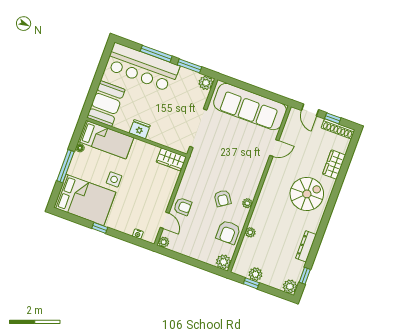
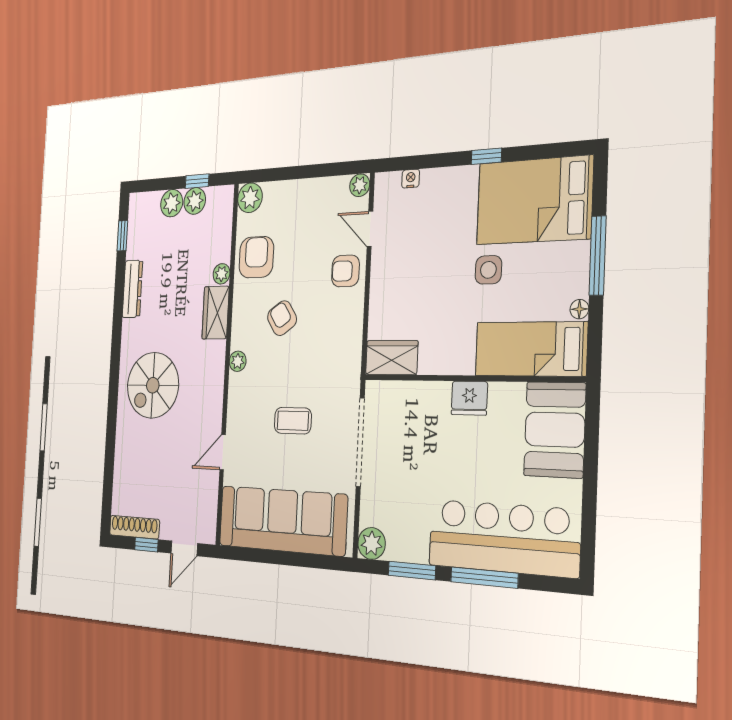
door: (310, 110) -> (184, 548), swing flipped
coffee table: (231, 149) -> (293, 421), added
wardrobe: (334, 165) -> (216, 313), moved, turned 180
plant: (247, 203) -> (238, 361), moved
plant: (290, 287) -> (172, 203), moved

